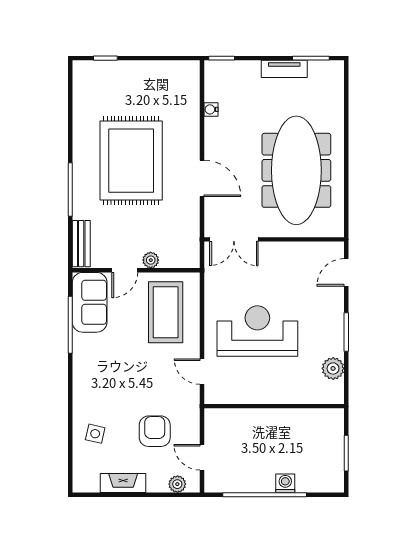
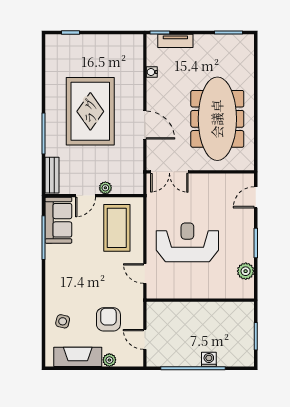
tv unit: (284, 69) -> (175, 41), moved
fireplace: (123, 483) -> (78, 357), width x1.37, depth x1.32
plant: (177, 484) -> (109, 360), moved

